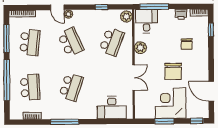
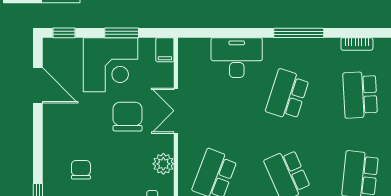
chair: (173, 71) -> (128, 117), moved
desk: (112, 108) -> (237, 58), moved
filing cabinet: (140, 112) -> (165, 50), added

